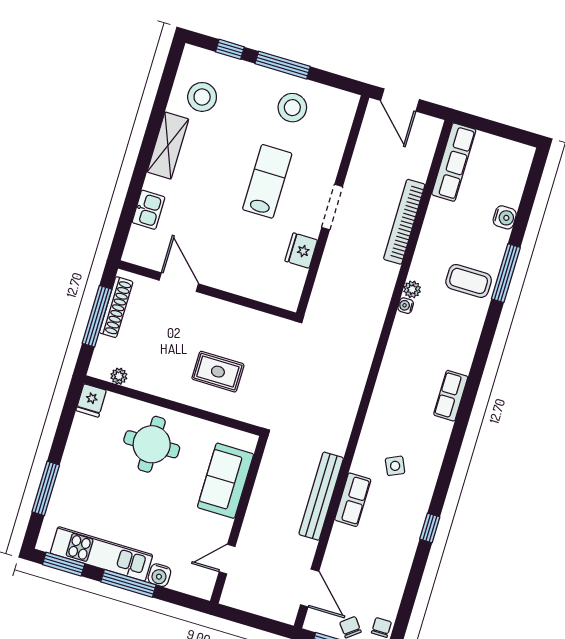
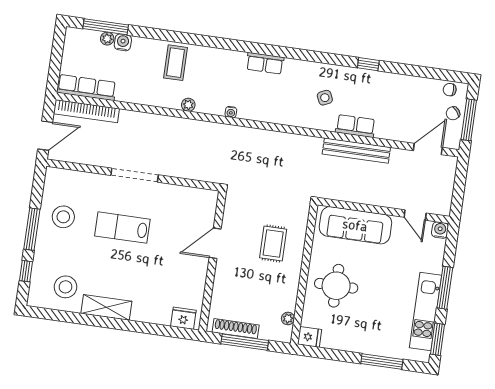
plant: (512, 198) -> (107, 39), added
doorway: (332, 207) -> (135, 175), width x1.36
kitchen sink: (149, 210) -> (158, 315), removed
bookcase: (404, 222) -> (86, 111), moved
fridge: (301, 250) -> (183, 318), moved, turned 180
window: (506, 273) -> (106, 27), moved
door: (179, 282) -> (215, 243), moved
water cooler: (406, 306) -> (231, 112), moved
sofa: (226, 481) -> (355, 225), width x1.36
water cooler: (159, 575) -> (440, 230), moved, turned -90

